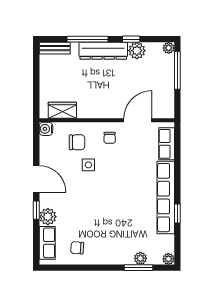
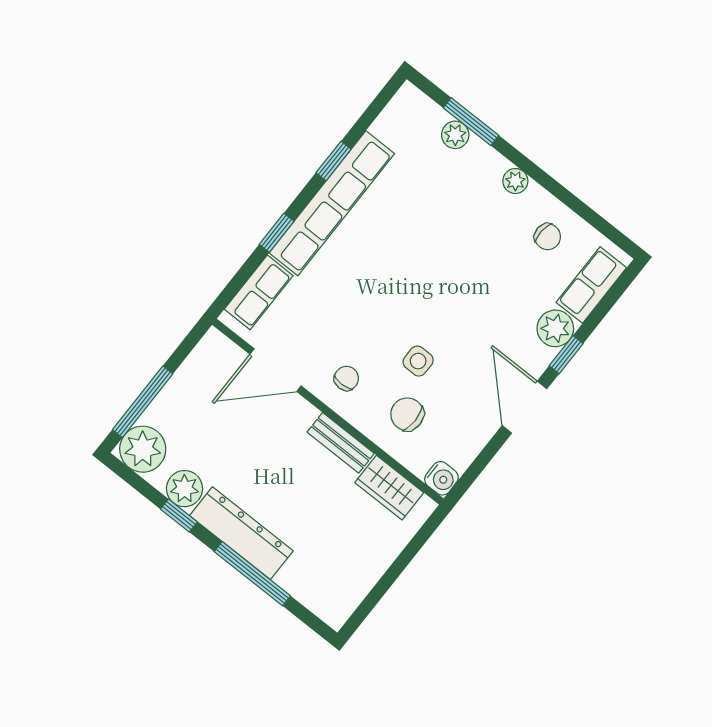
bench: (55, 48) -> (341, 443), moved
plant: (169, 48) -> (143, 449), width x1.88, depth x1.88
window: (177, 171) -> (277, 233), added
plant: (168, 259) -> (515, 181), moved

